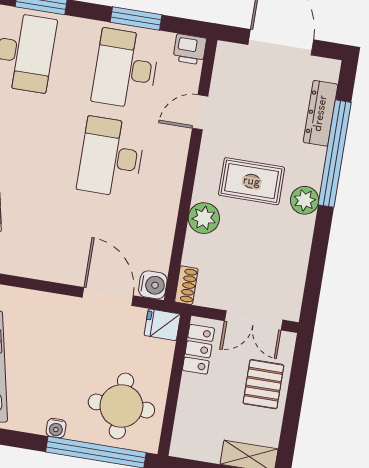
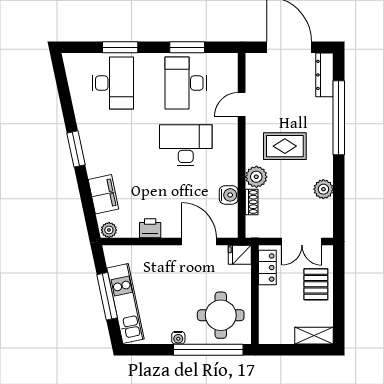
printer: (190, 49) -> (150, 228), moved, turned 180
dresser: (320, 113) -> (325, 75), moved
desk: (111, 157) -> (186, 145), turned 90
plant: (305, 200) -> (323, 189), moved
water cooler: (153, 285) -> (229, 195), moved
shoe rack: (186, 285) -> (252, 202), moved

